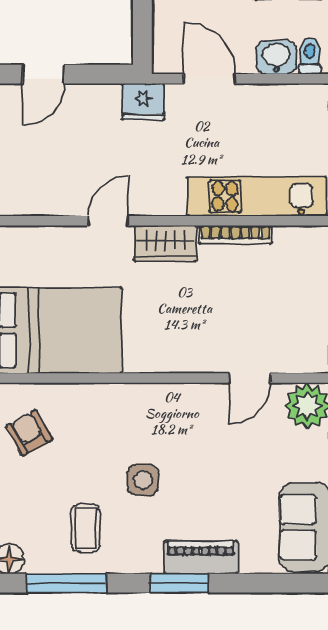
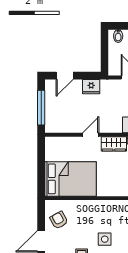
fridge: (143, 102) -> (91, 87), moved

